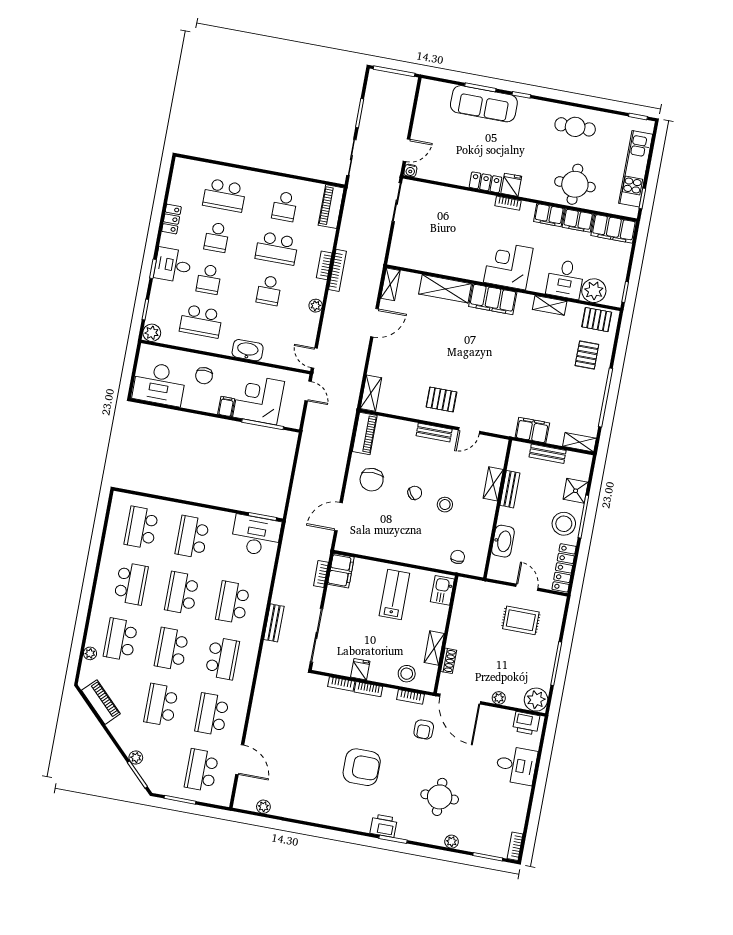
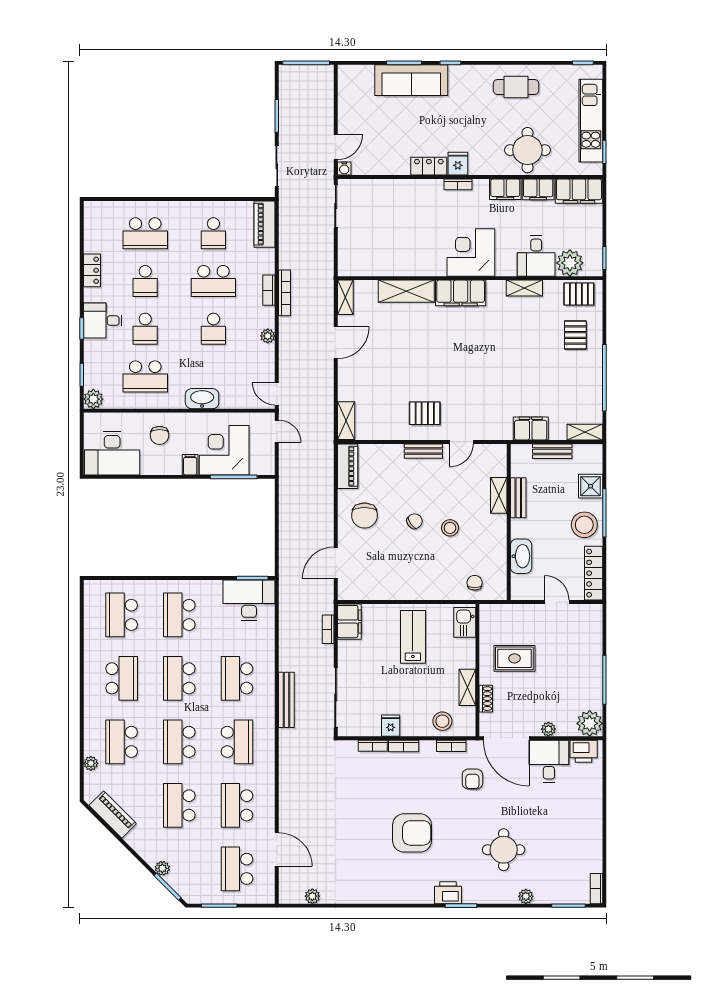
rug: (521, 620) -> (514, 658), moved
bench: (274, 623) -> (286, 700), width x1.36
desk: (516, 765) -> (549, 761), moved, turned -90

